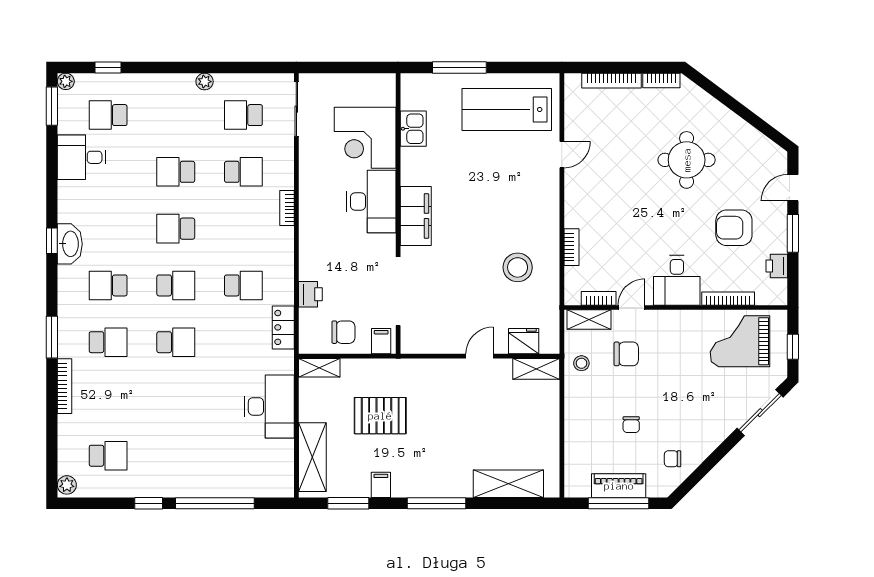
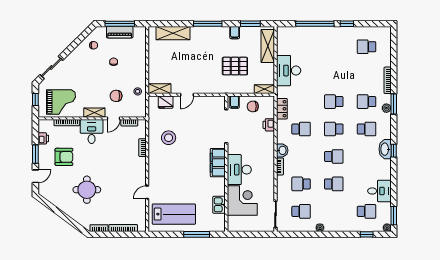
washbasin: (283, 241) -> (282, 150), added
school desk: (243, 285) -> (301, 129), turned 180
shelving: (589, 320) -> (94, 113), moved
plant: (67, 485) -> (386, 108), moved

